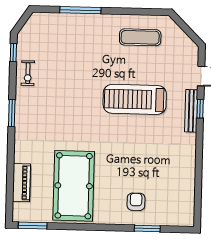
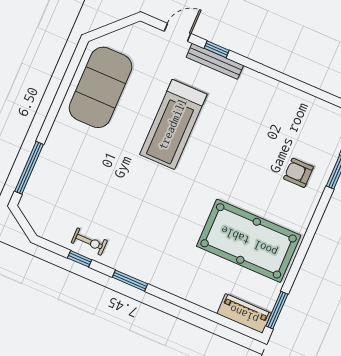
window: (80, 10) -> (29, 168), moved
exercise mat: (140, 37) -> (101, 87), width x2.00, depth x1.45
window: (13, 53) -> (80, 259), moved
piano: (21, 183) -> (244, 314), moved

